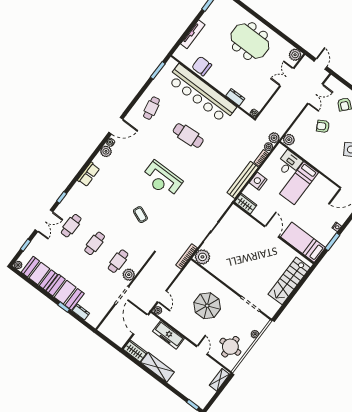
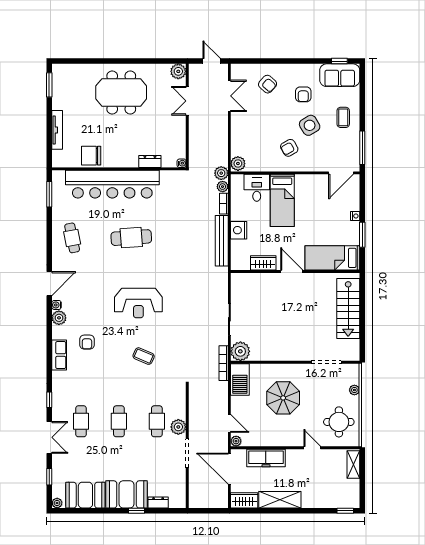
armchair: (323, 126) -> (289, 148), moved
armchair: (112, 179) -> (87, 342), added
wardrobe: (246, 204) -> (263, 263), moved
barbecue: (189, 274) -> (240, 379), added

